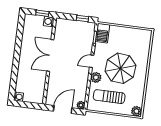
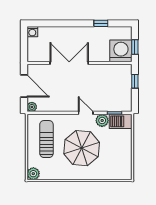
window: (83, 18) -> (135, 81), moved
washing machine: (49, 22) -> (121, 51), width x1.89, depth x1.89
window: (19, 39) -> (101, 23), added
double door: (50, 55) -> (69, 63), moved
plant: (96, 77) -> (102, 120), moved

